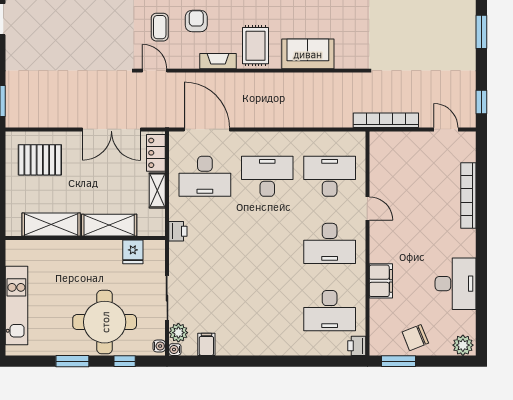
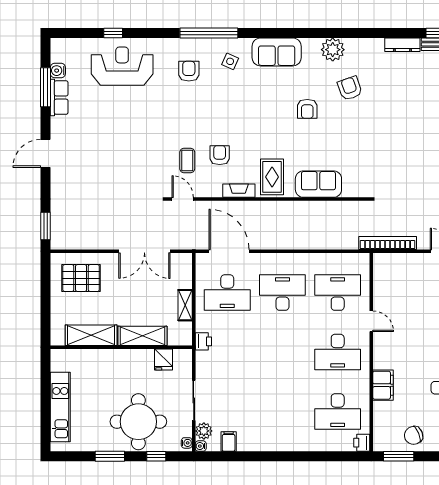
locker: (156, 153) -> (184, 272), removed

